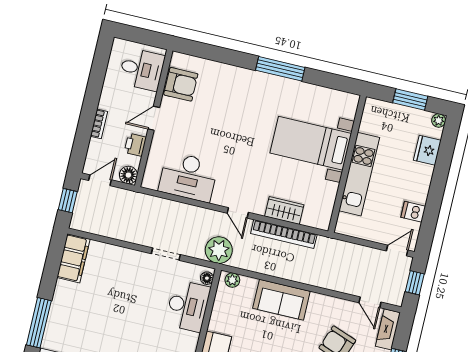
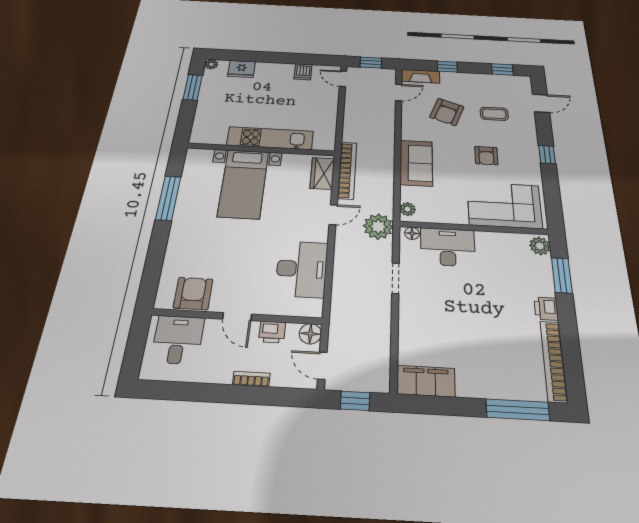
bed with nightstands: (311, 143) -> (243, 184), moved
wall: (347, 164) -> (261, 150), moved
kitchen unit: (359, 174) -> (270, 138), moved

